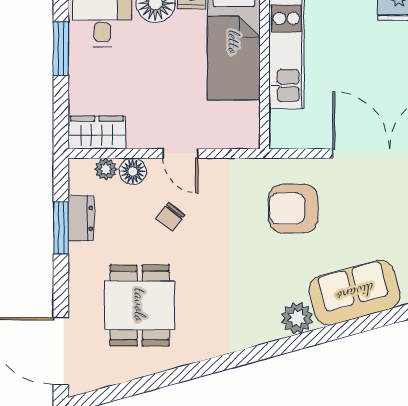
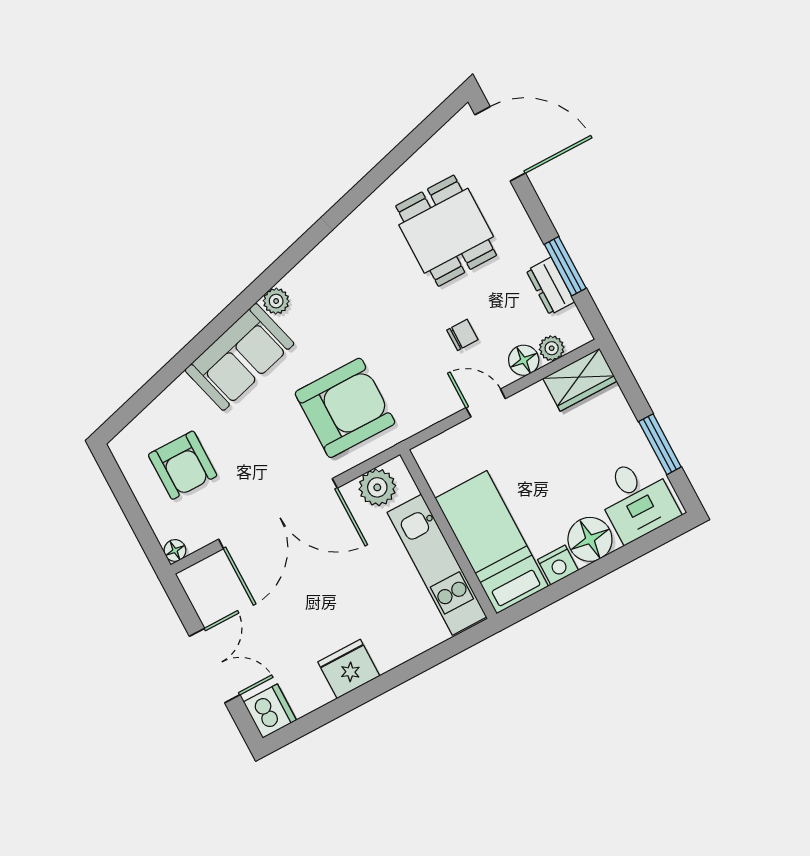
plant: (301, 133) -> (377, 487), added
armchair: (293, 209) -> (345, 408), width x1.36, depth x1.36
chair: (170, 217) -> (462, 335), turned 52
plant: (297, 318) -> (276, 301), width x0.73, depth x0.73

